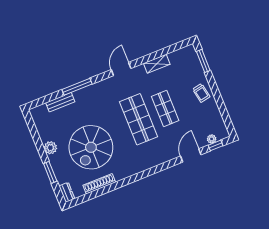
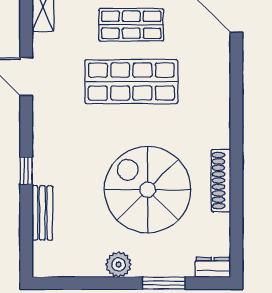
window: (77, 87) -> (26, 171), width x0.46
spiral stairs: (91, 147) -> (148, 190), turned 180
shoe rack: (99, 184) -> (221, 181), moved

